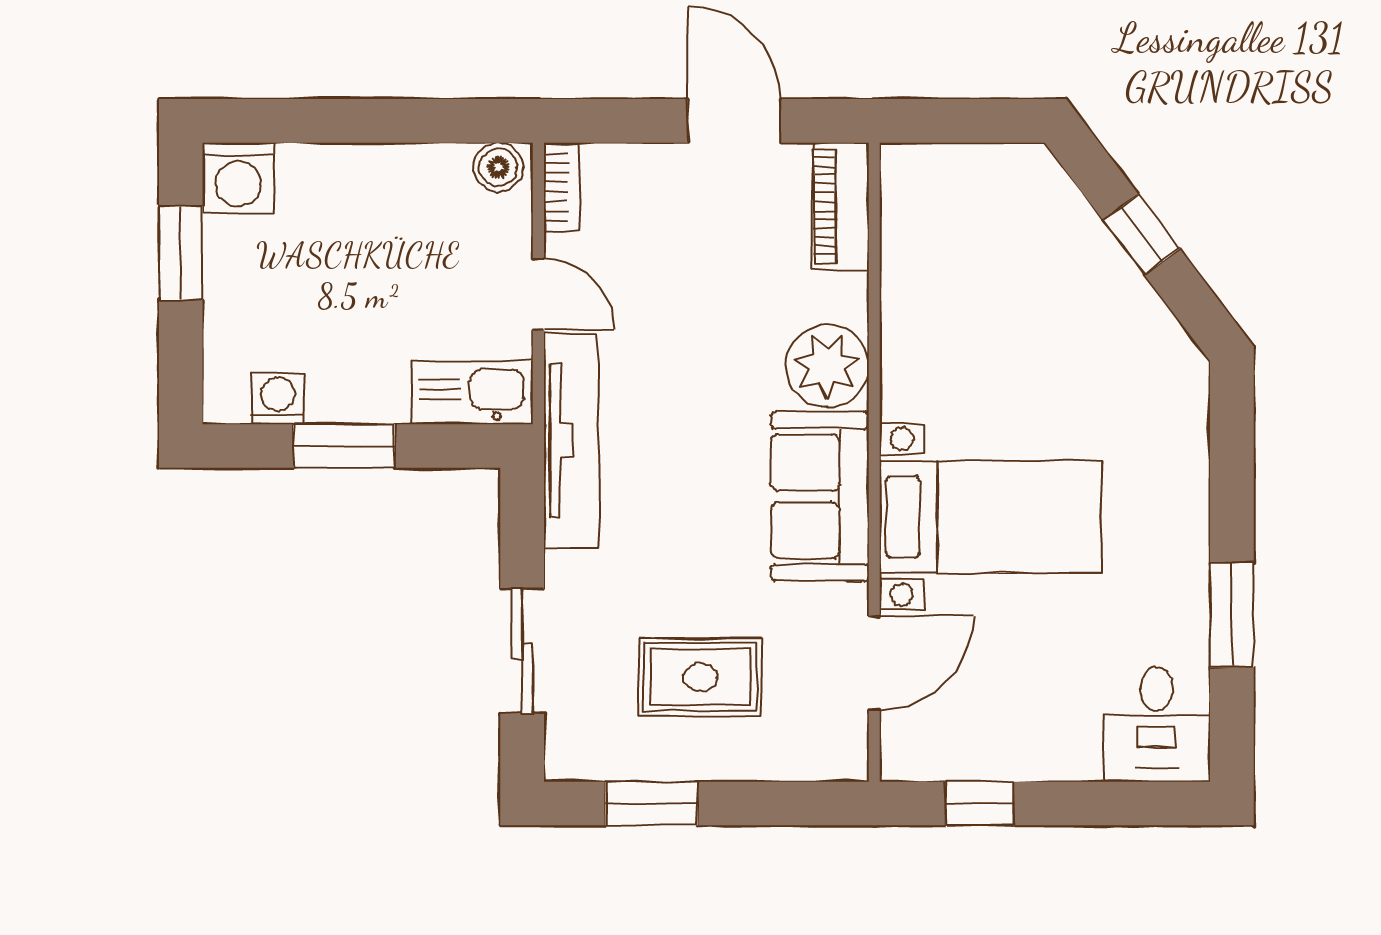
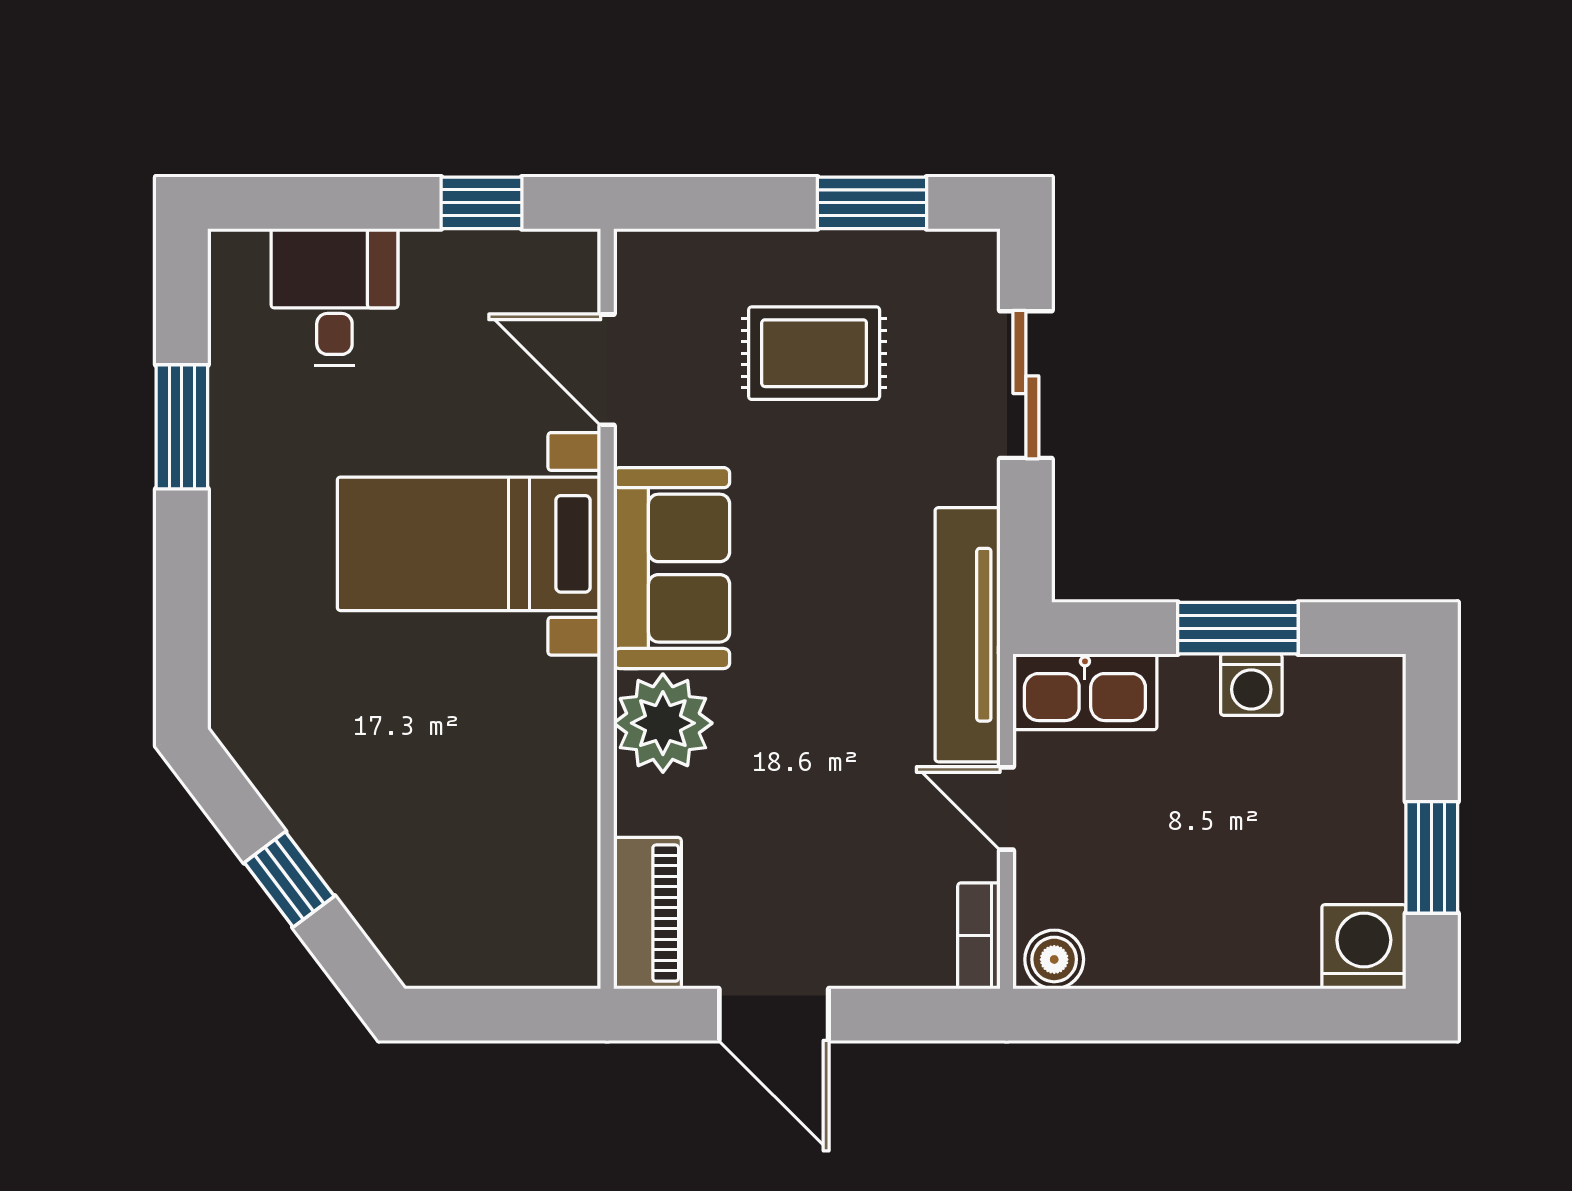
washing machine: (278, 398) -> (1251, 685), moved
door: (874, 663) -> (607, 370), hinge flipped
desk: (1157, 724) -> (334, 297), moved

